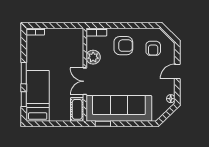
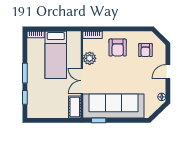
armchair: (123, 46) -> (118, 48), turned 90
bed: (38, 96) -> (56, 55), moved, turned 180

